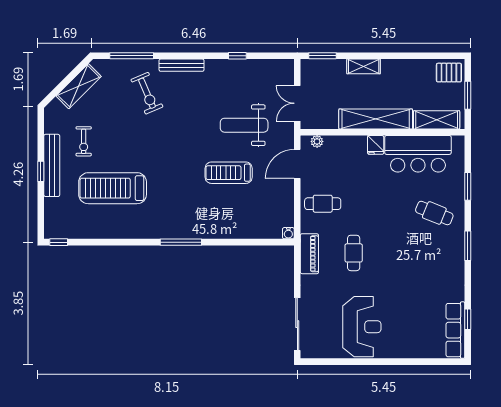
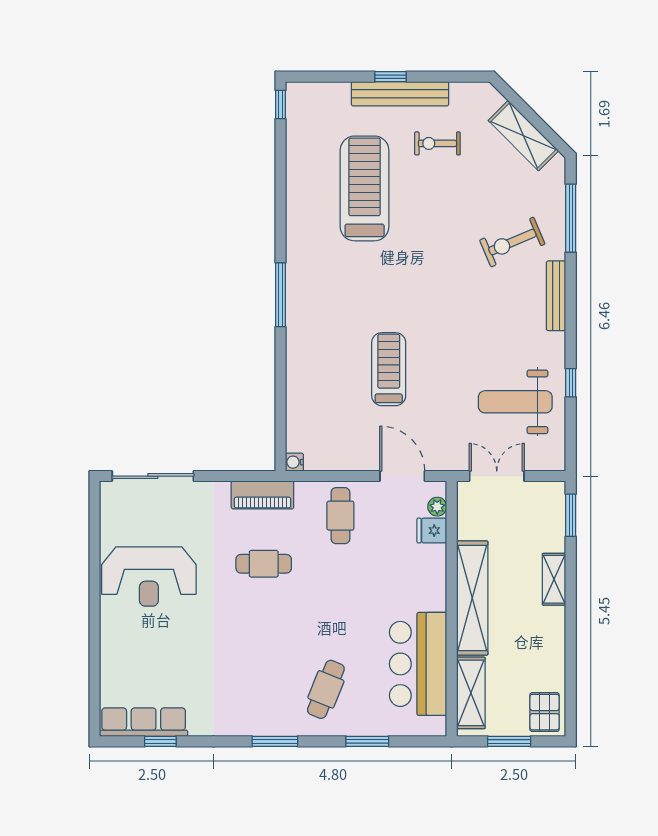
weight bench: (244, 125) -> (515, 402), moved, turned -90
fridge: (376, 145) -> (432, 531), moved

